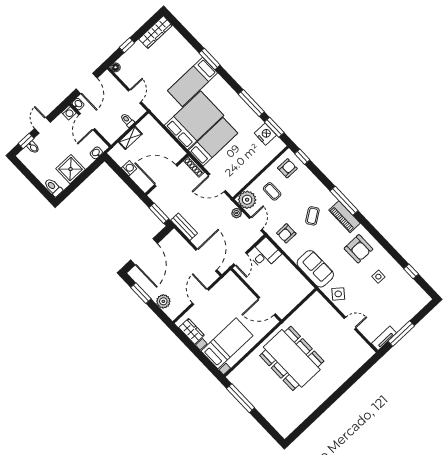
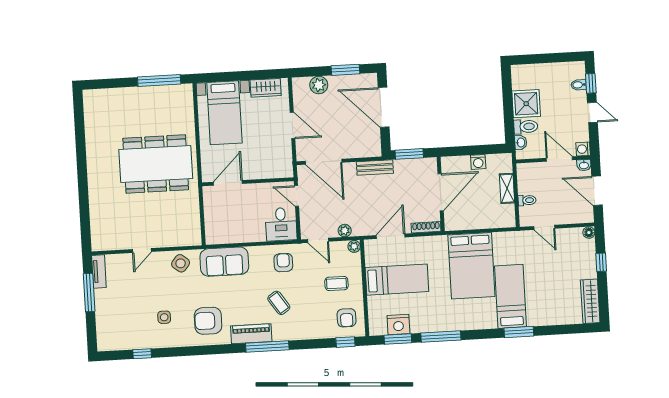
bed: (213, 142) -> (397, 280), moved, turned -90
toilet: (53, 187) -> (526, 127), moved
plant: (247, 200) -> (354, 246), width x0.53, depth x0.53

